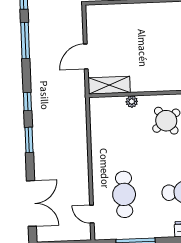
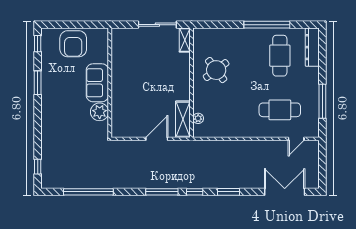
window: (25, 41) -> (162, 192), moved
door: (86, 56) -> (157, 139), swing flipped
plant: (132, 102) -> (198, 118), moved

